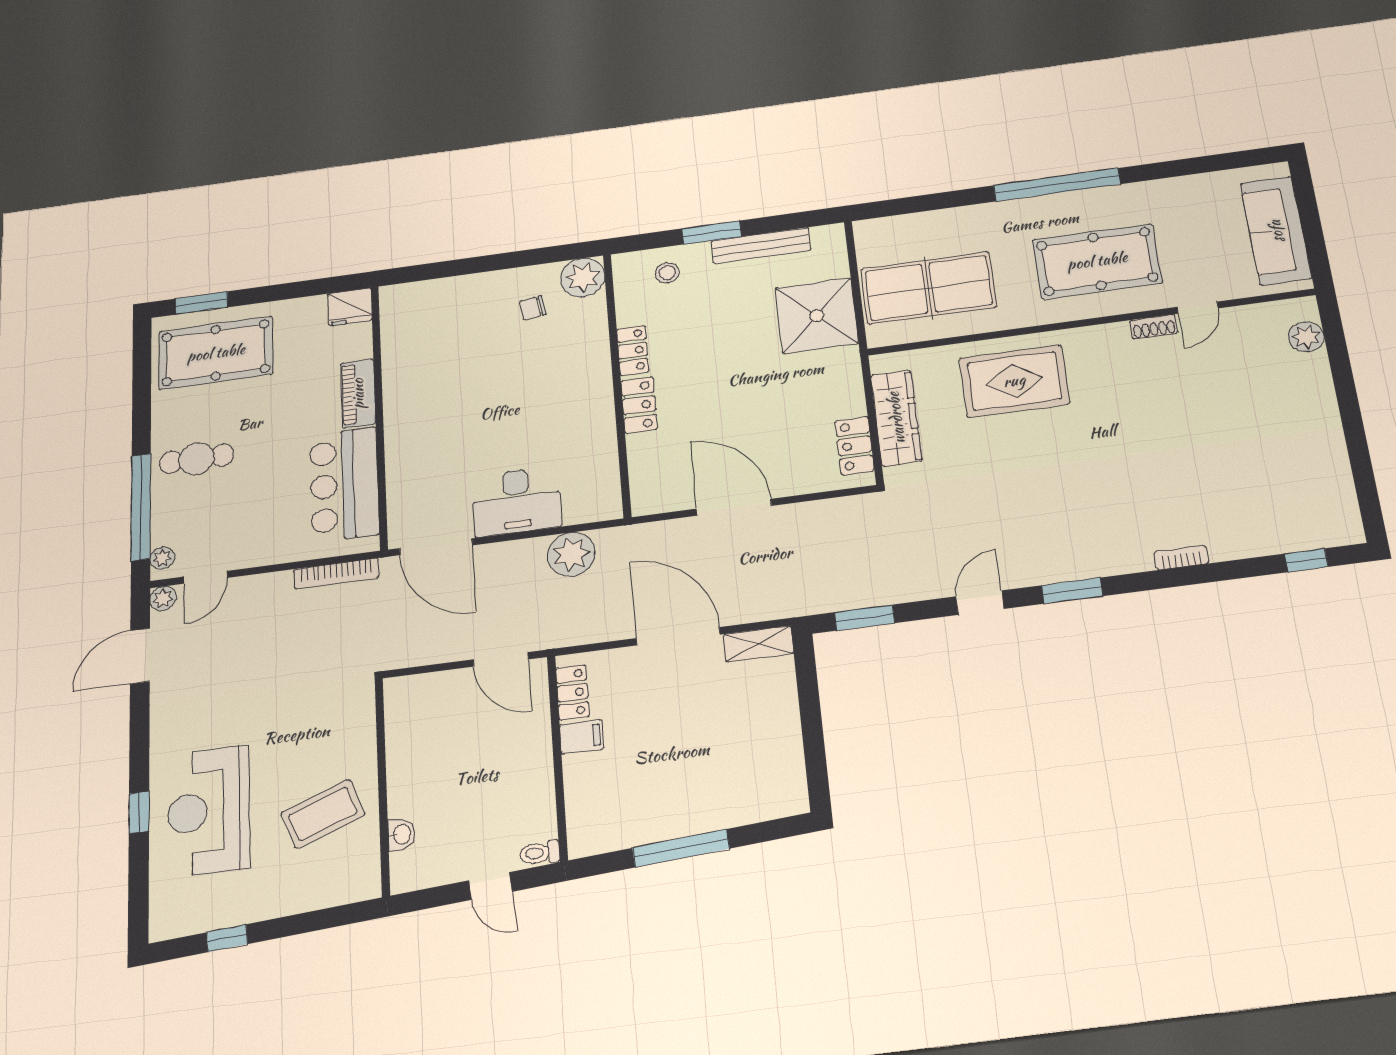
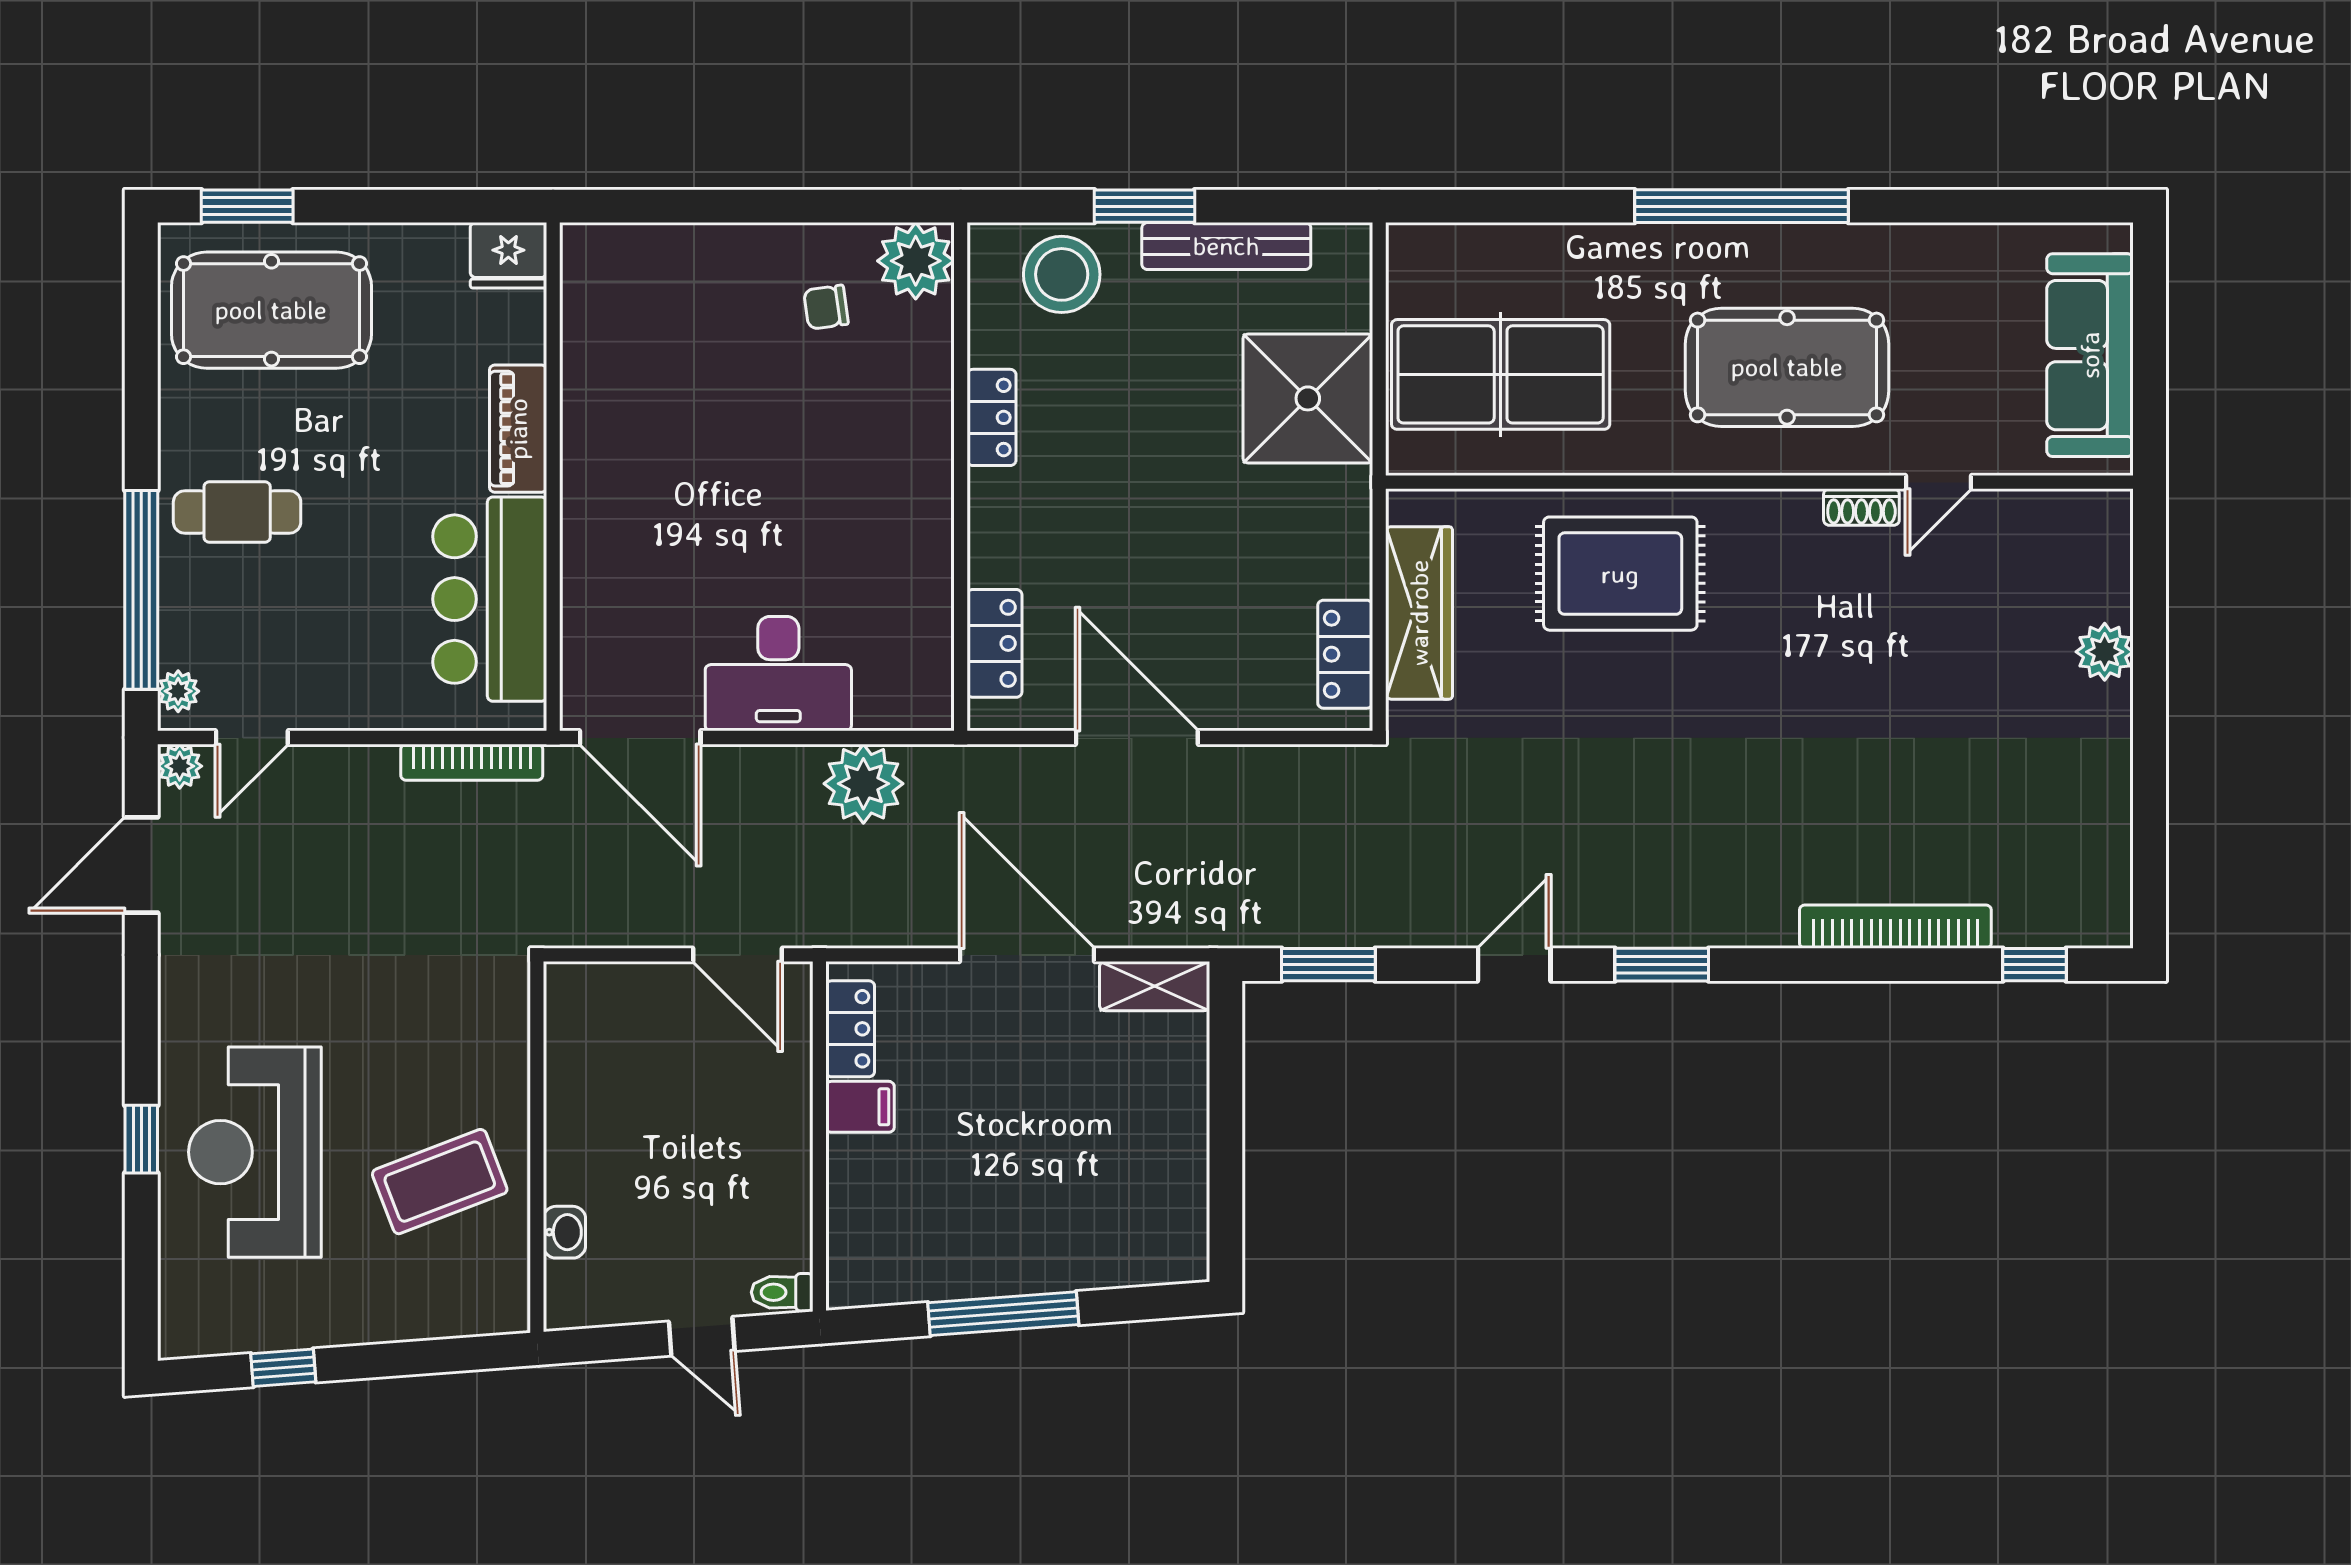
stool: (667, 273) -> (1062, 274), width x1.89, depth x1.89
plant: (1306, 337) -> (2105, 652), moved
locker: (639, 405) -> (994, 643), moved
bookcase: (1181, 558) -> (1895, 927), width x2.31, depth x1.31

